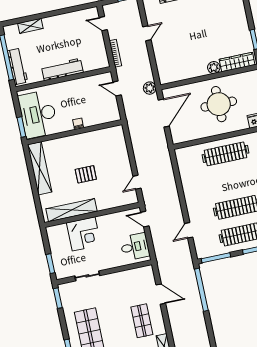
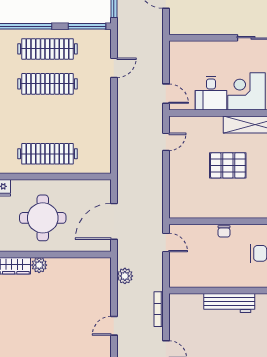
door: (117, 88) -> (166, 242), moved
plant: (150, 88) -> (125, 276), moved
pallet: (86, 174) -> (228, 165), width x1.50, depth x1.42
desk: (135, 247) -> (211, 93), moved, turned -90

